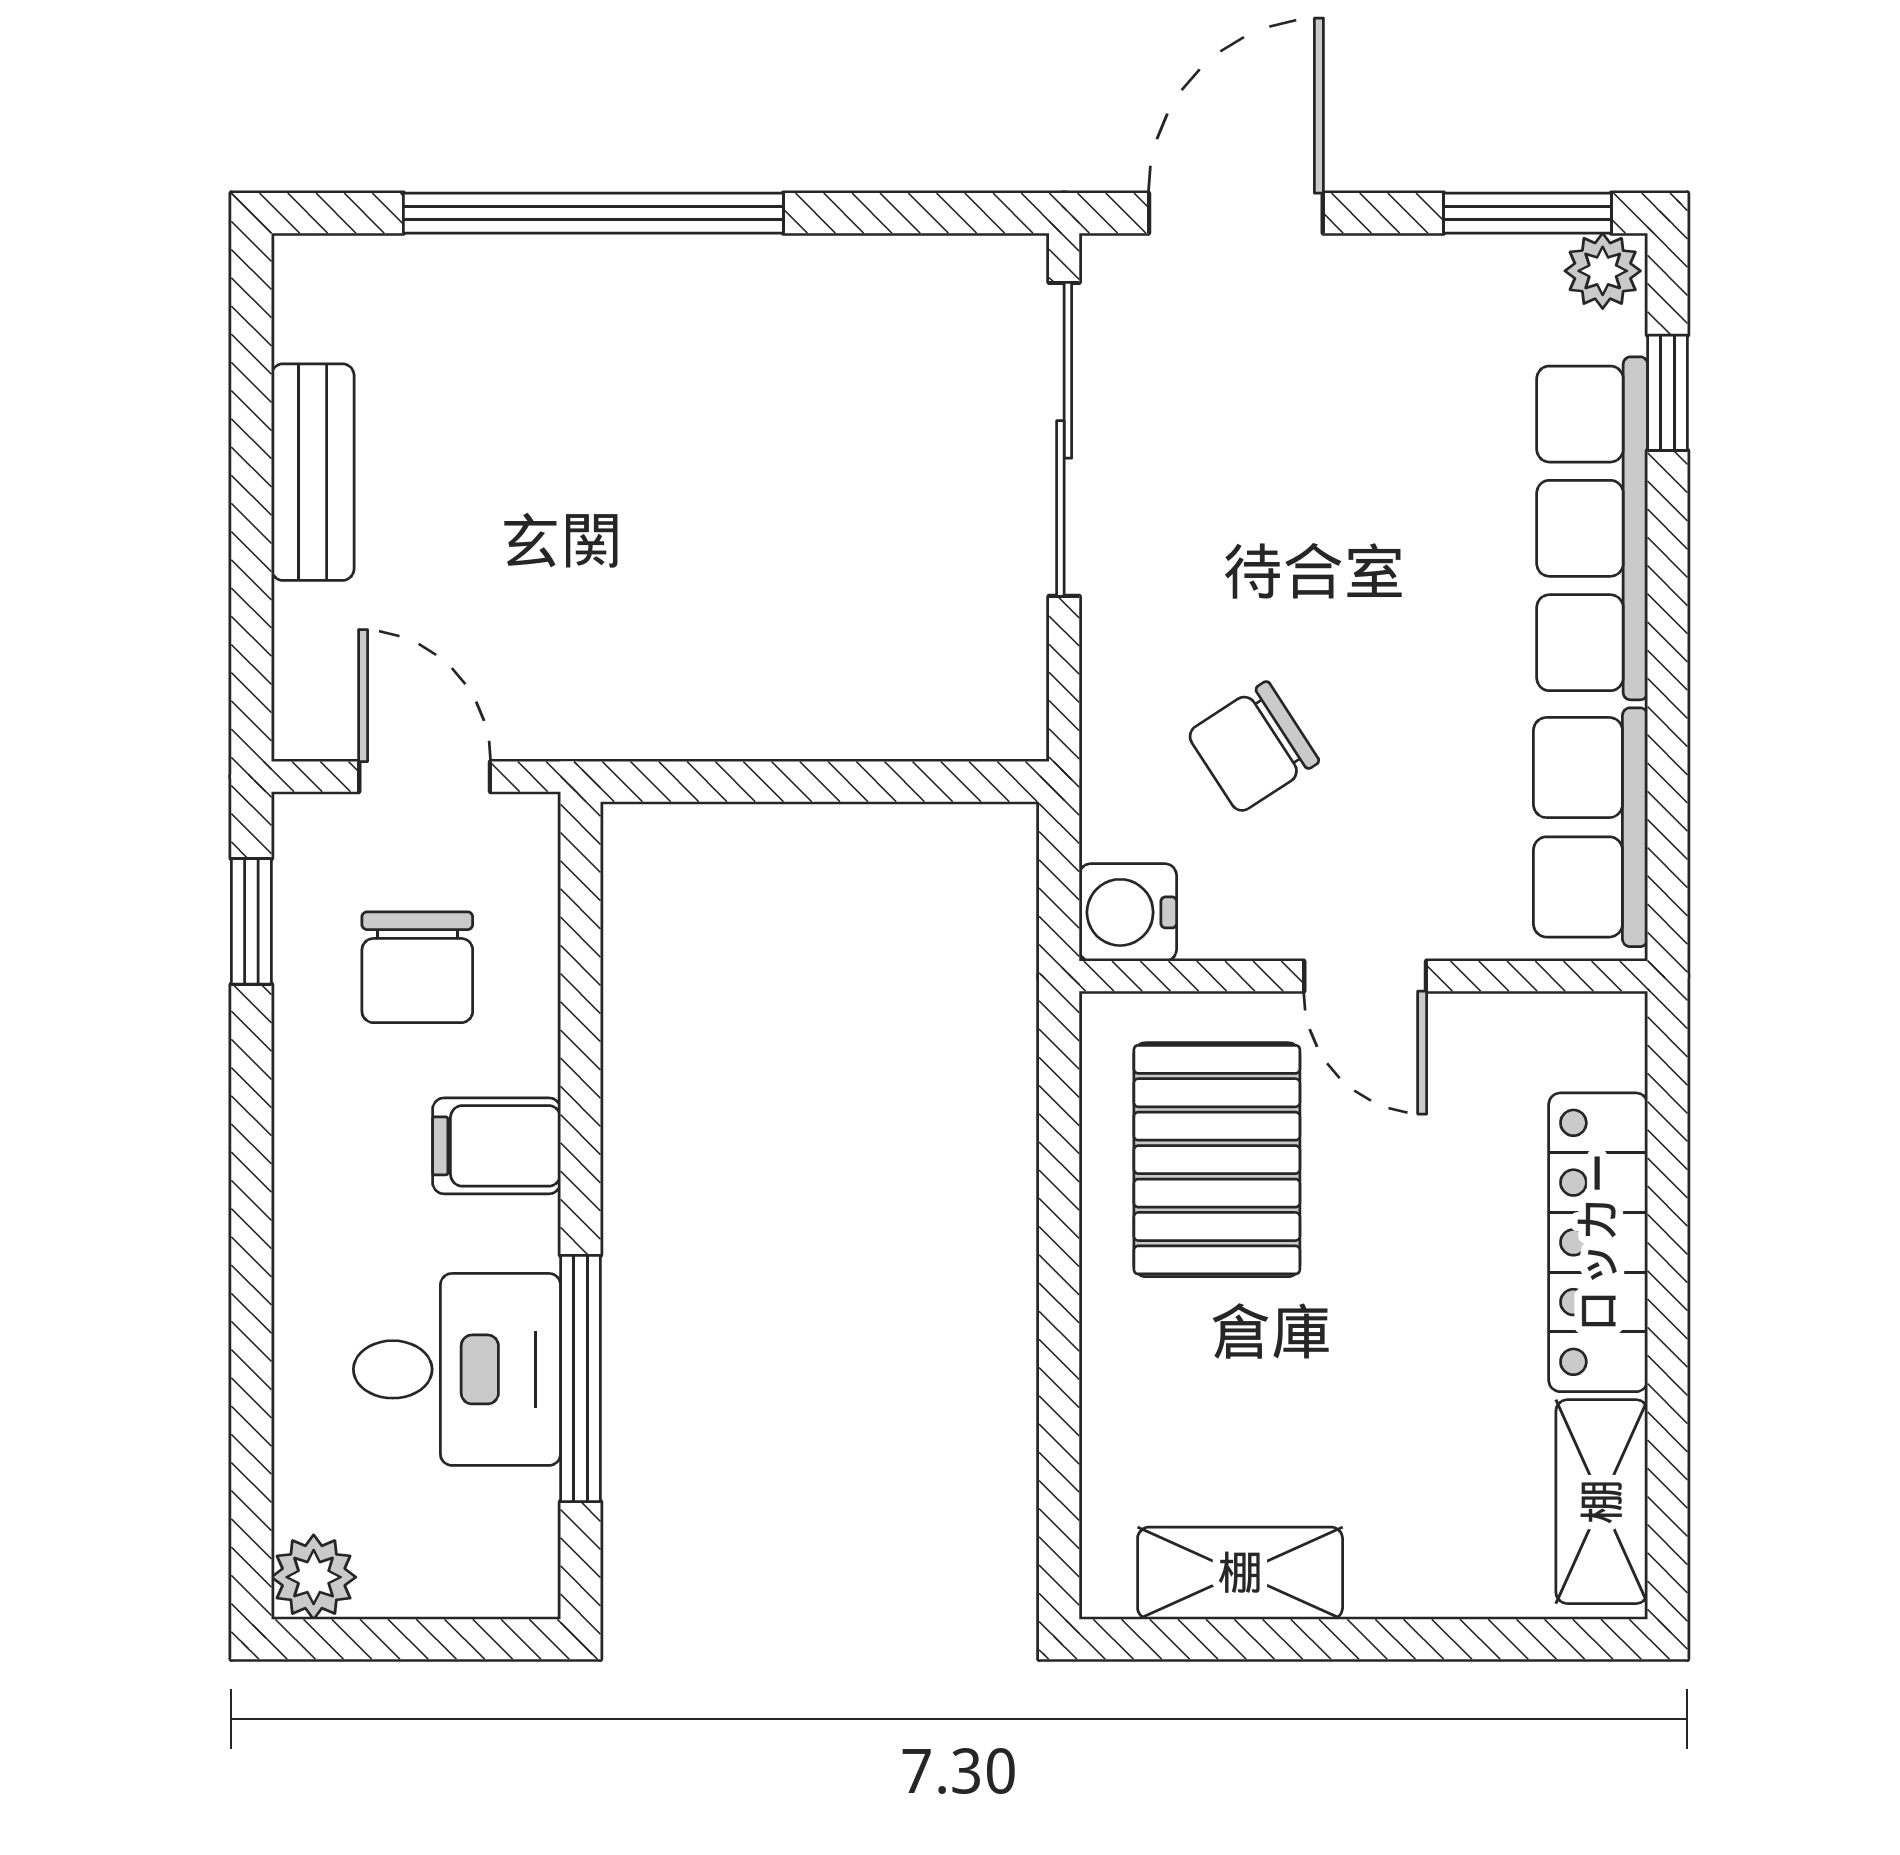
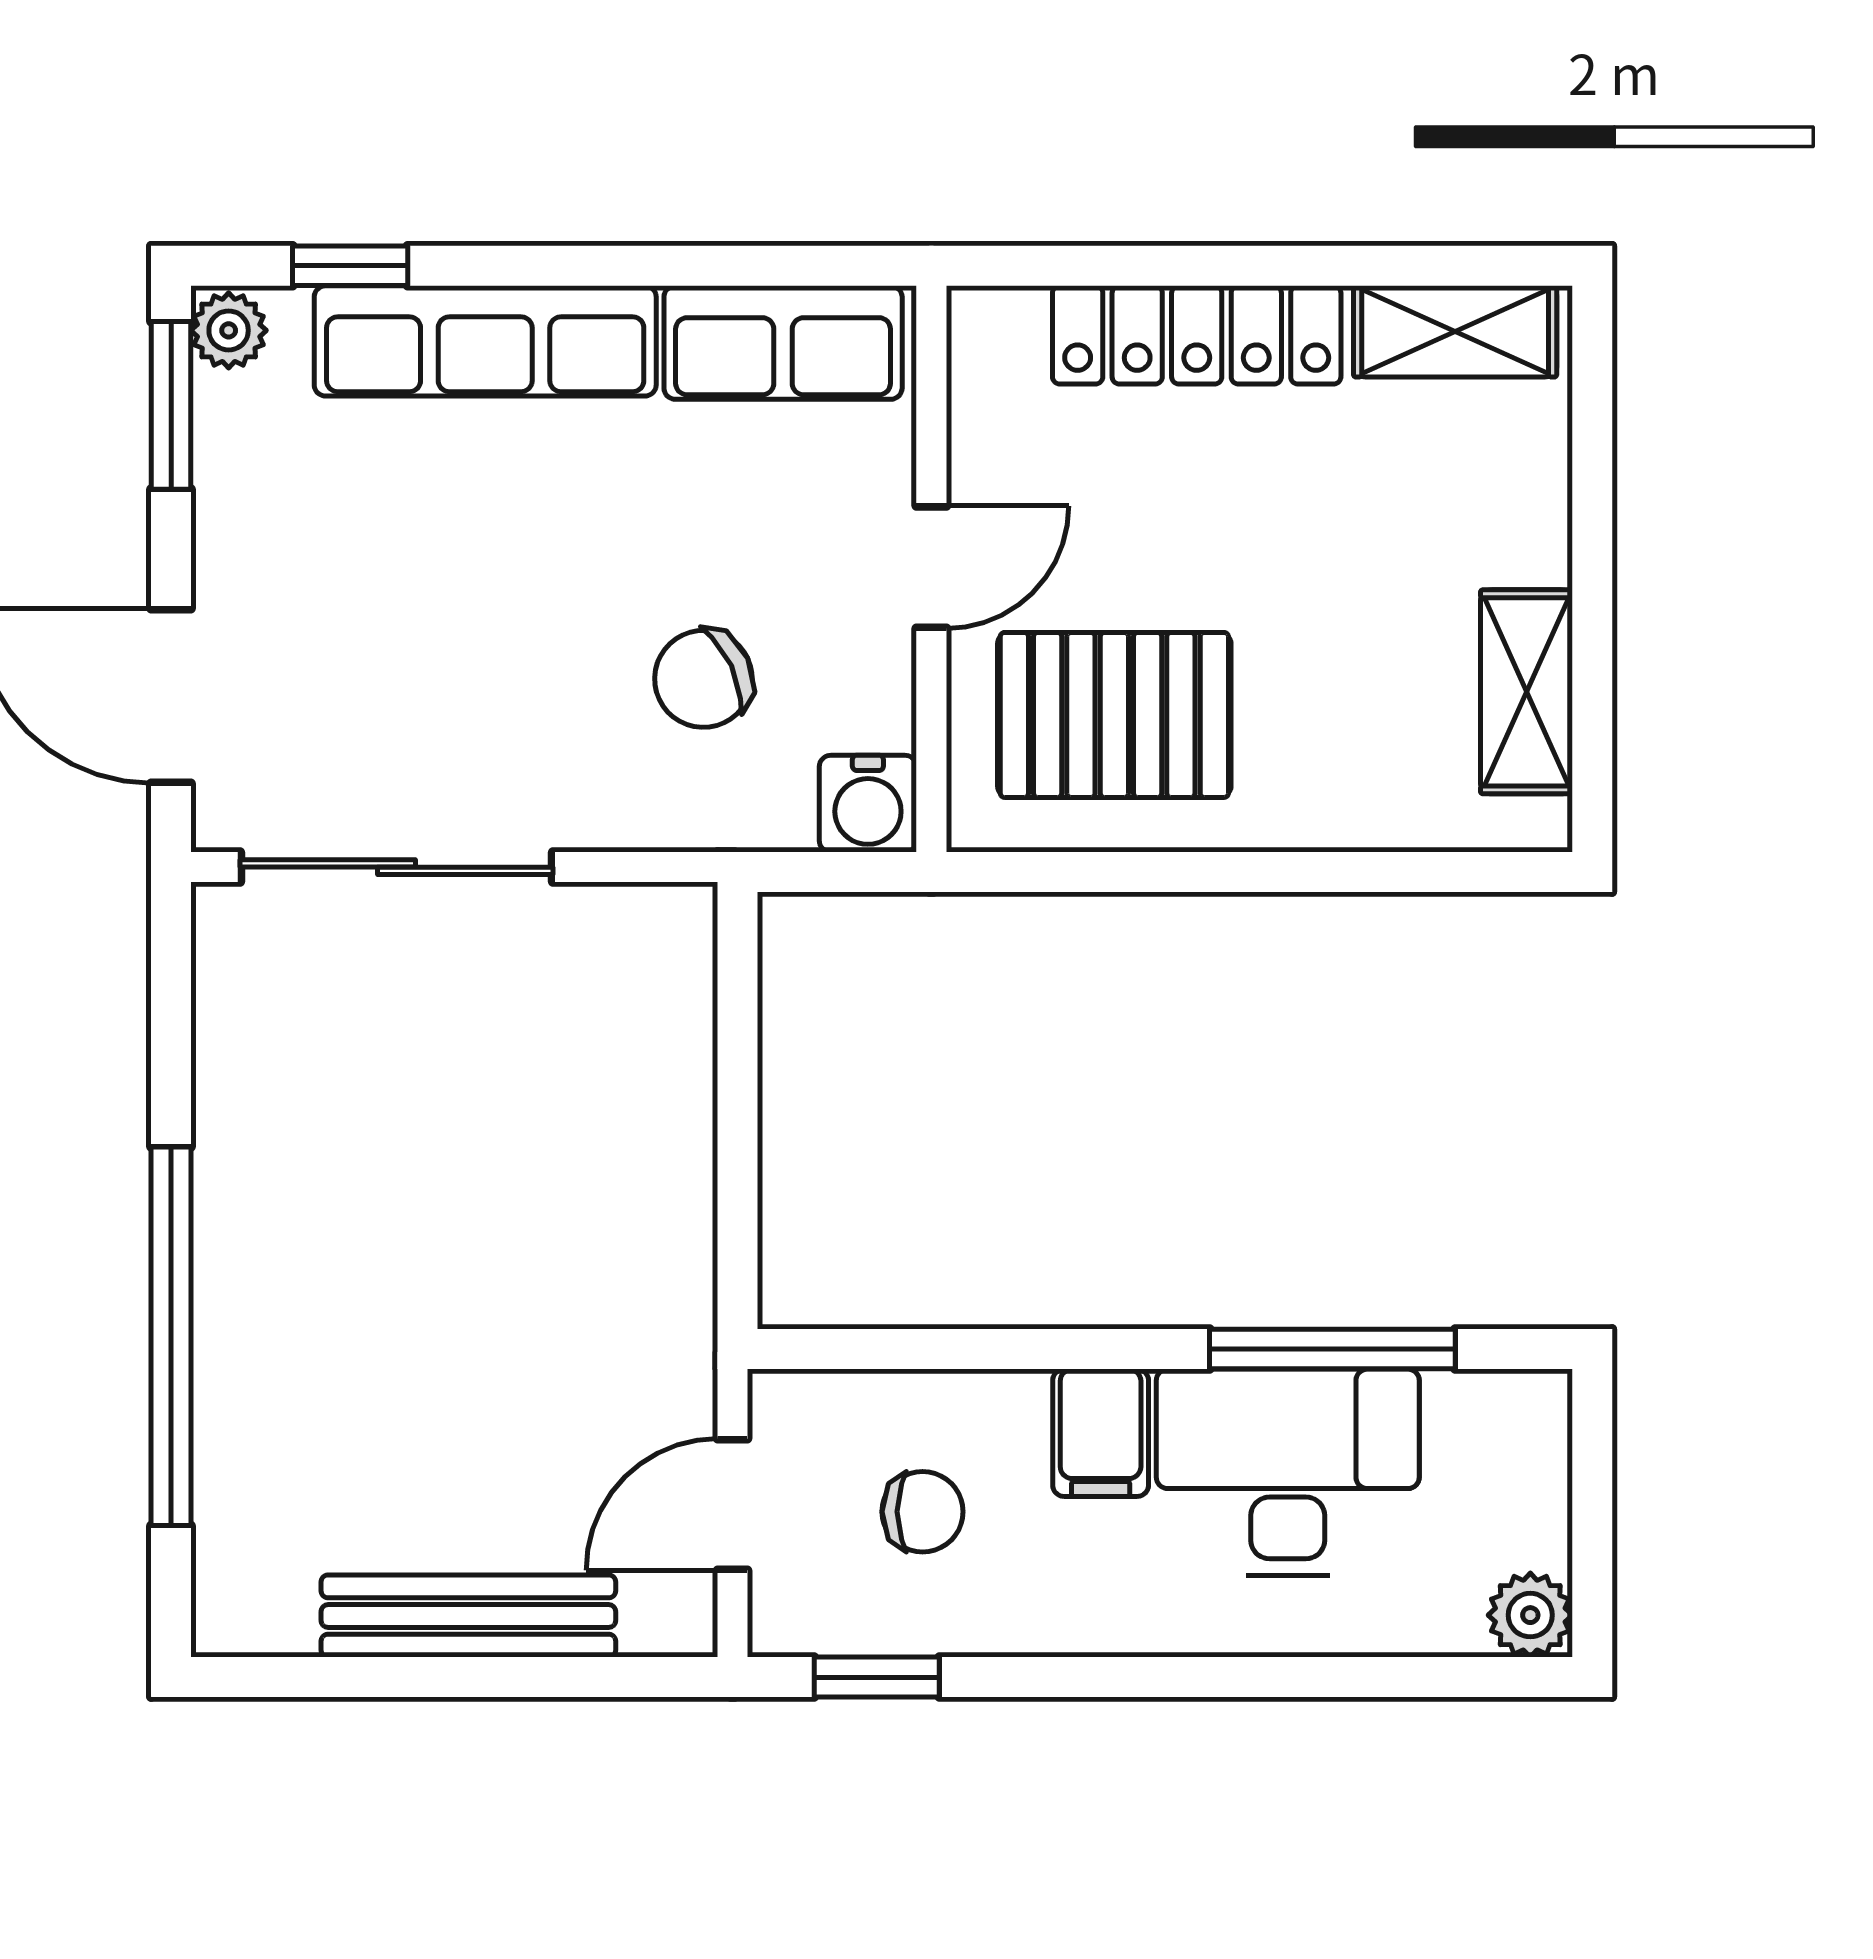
bench: (313, 472) -> (468, 1616), width x1.36
chair: (1253, 747) -> (703, 679), turned 98
chair: (417, 967) -> (923, 1512), width x0.73, depth x0.73
desk: (457, 1369) -> (1288, 1472), width x1.37

